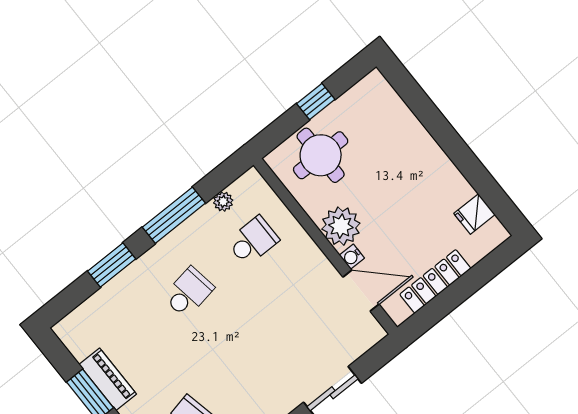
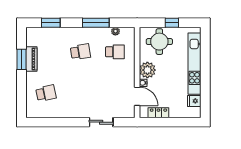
kitchen unit: (419, 144) -> (195, 64), added
window: (112, 265) -> (51, 23), moved
locker: (435, 281) -> (158, 113), width x0.66

